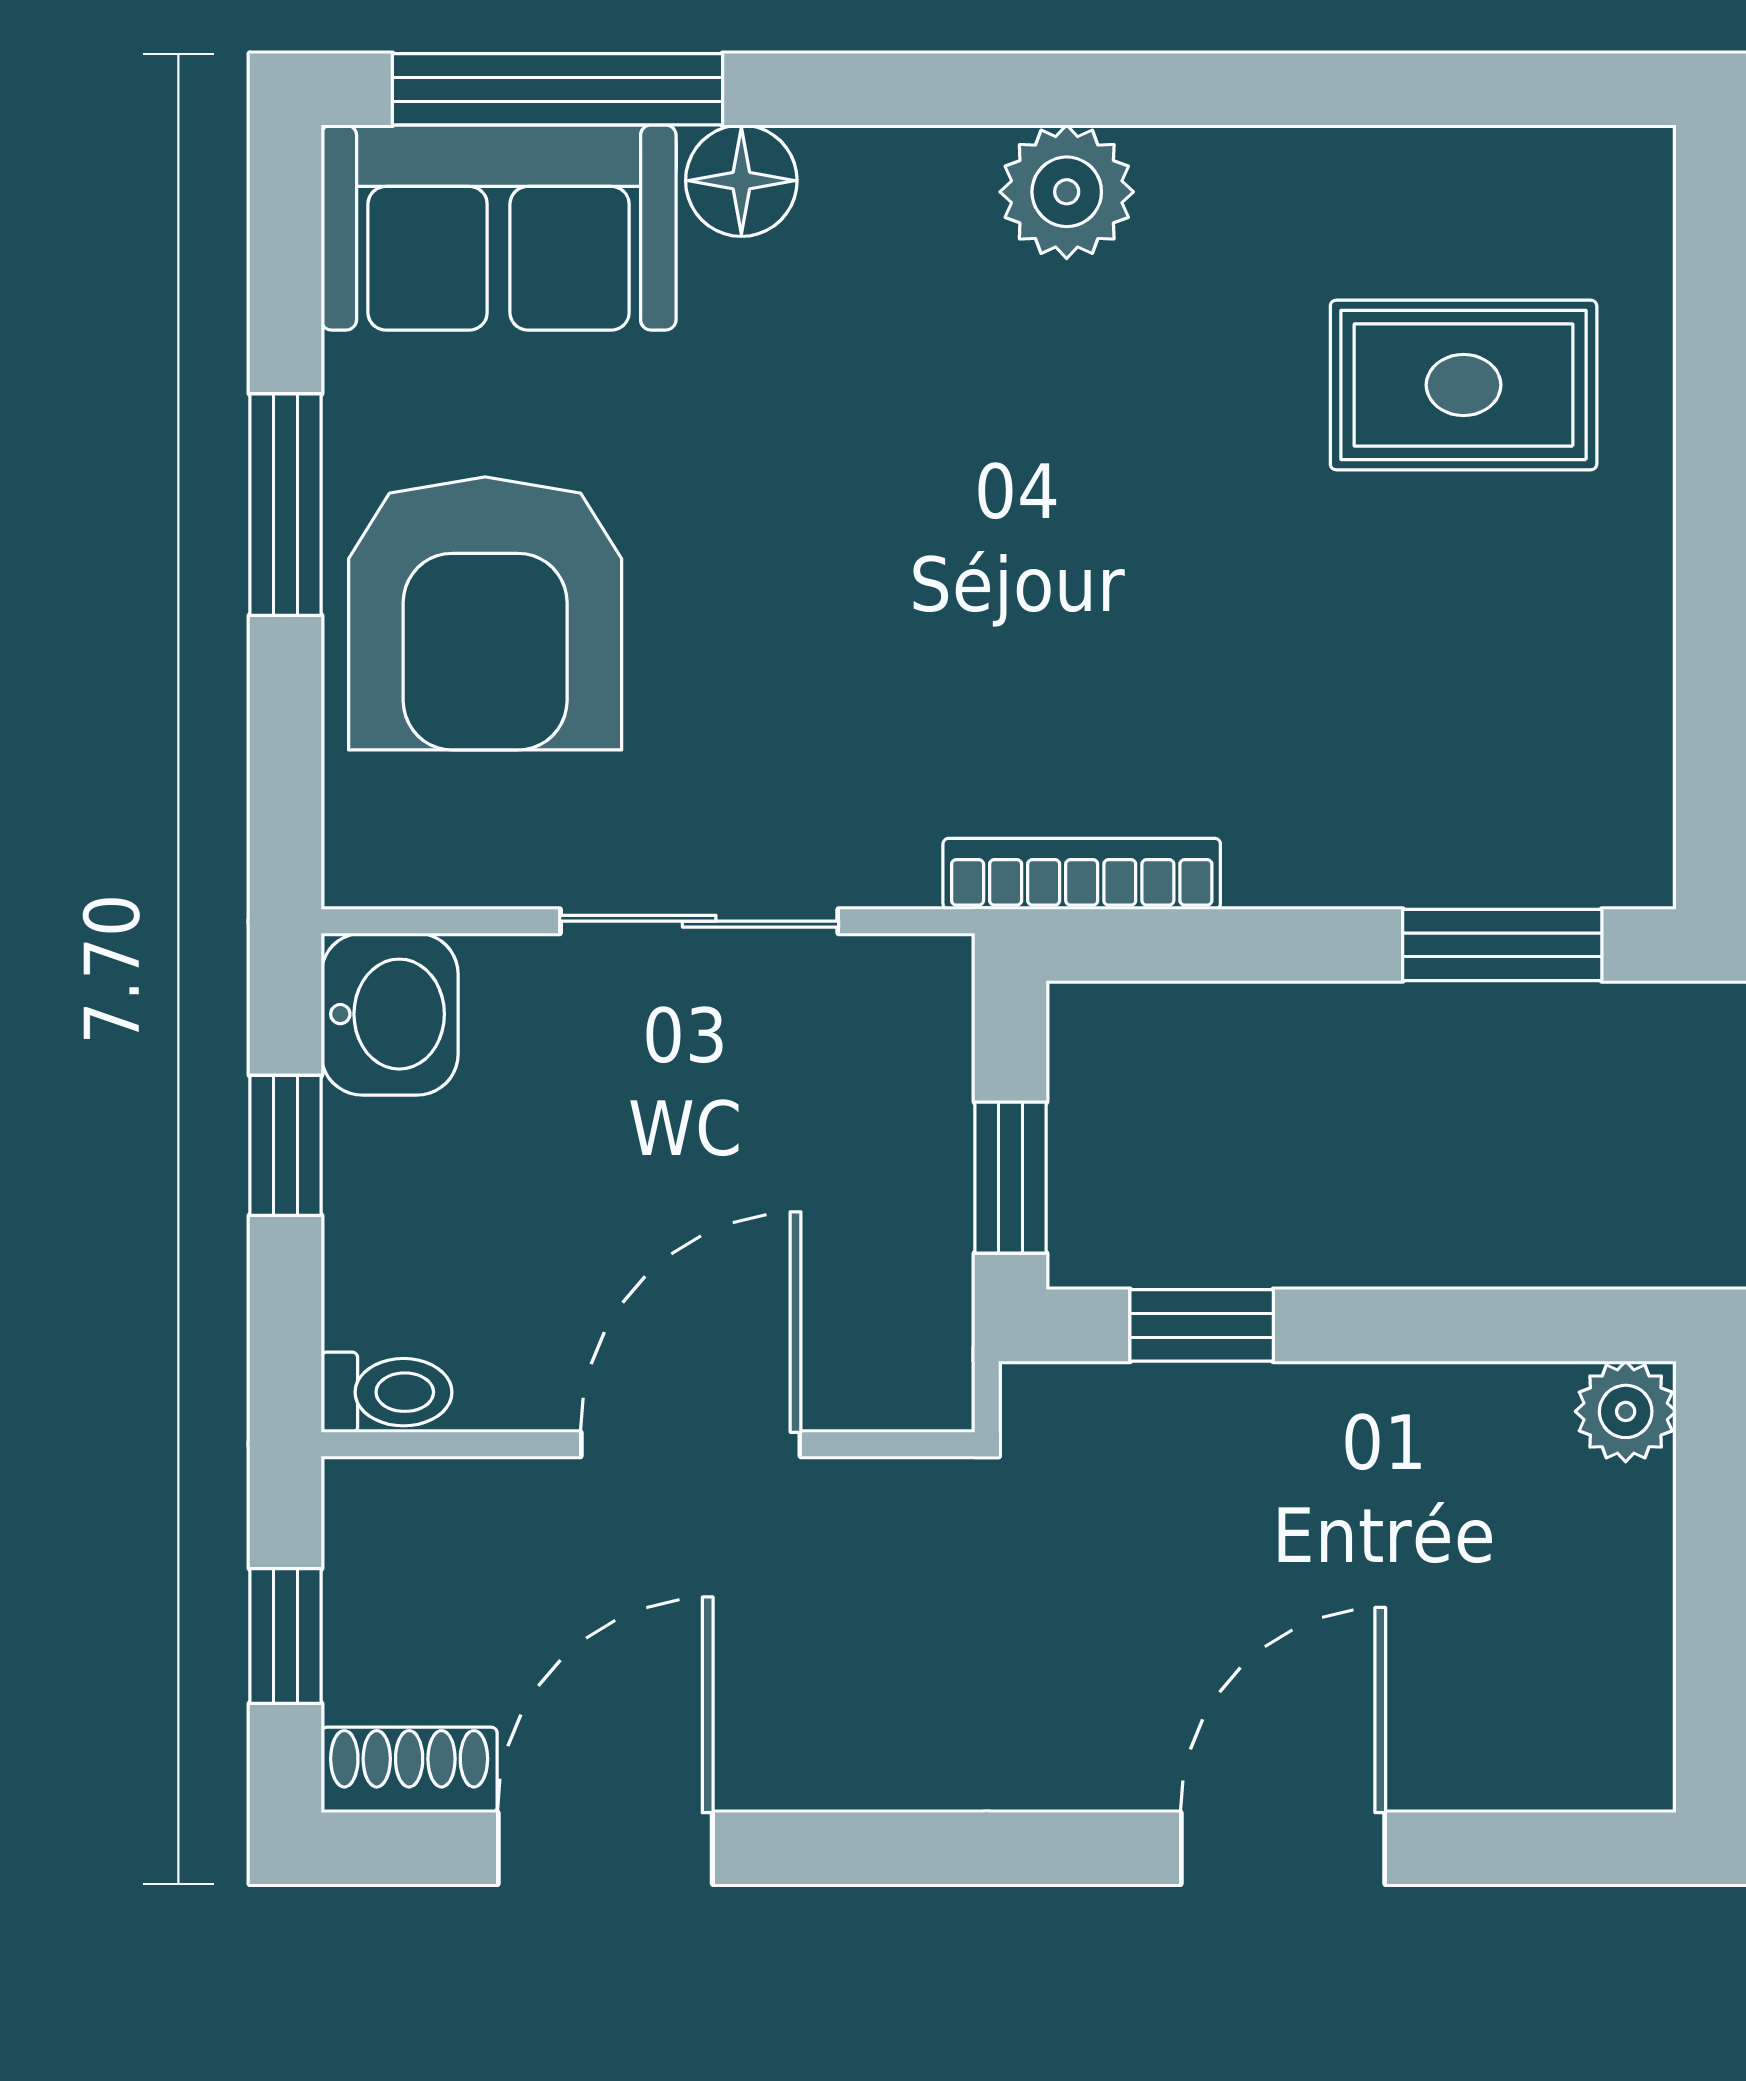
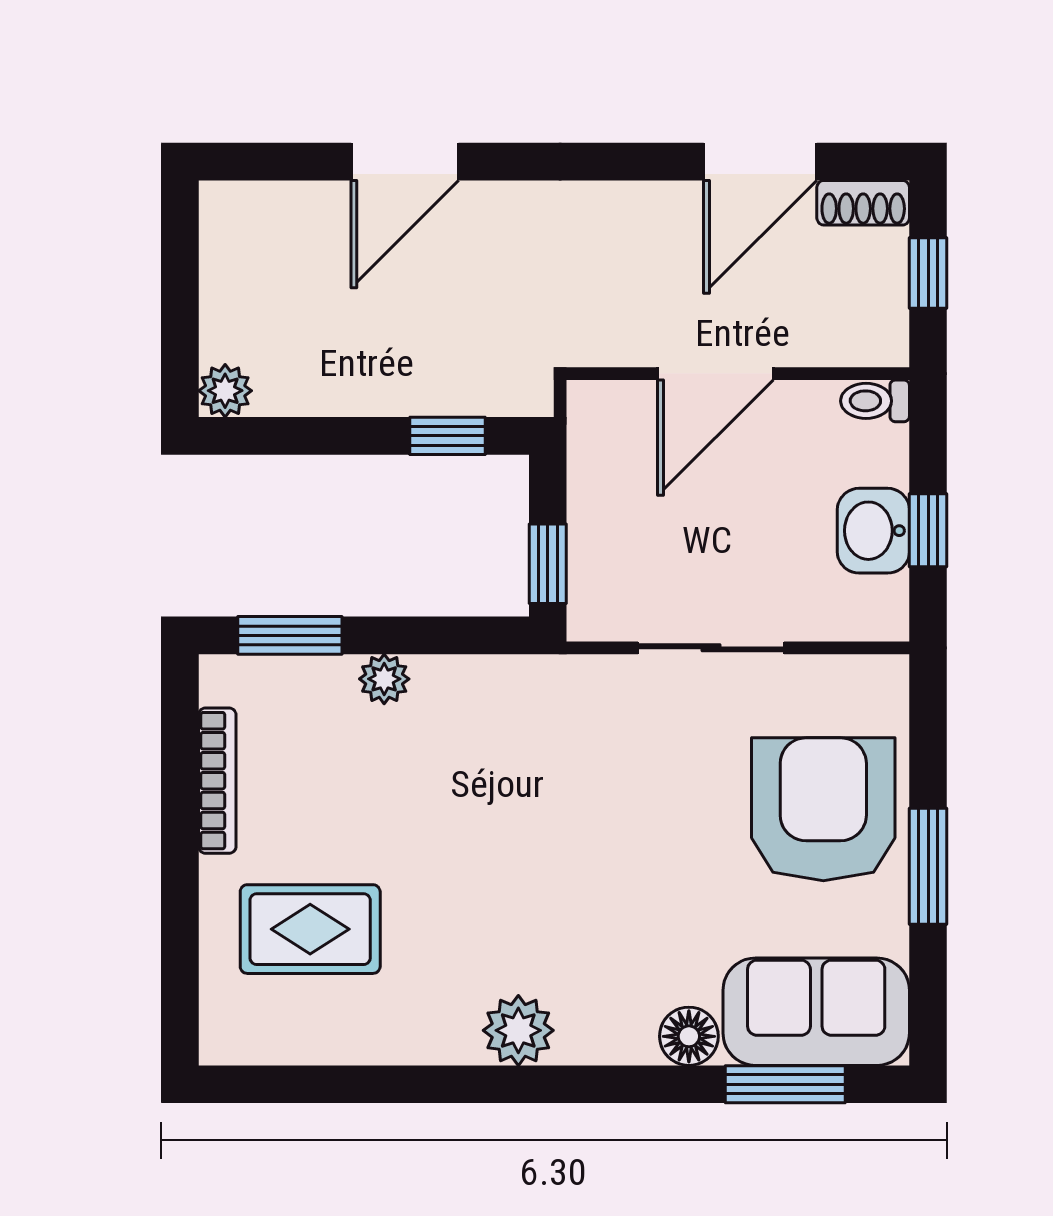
window: (558, 89) -> (785, 1084), width x0.69
plant: (1322, 862) -> (384, 679), added
bookcase: (1082, 874) -> (217, 781), moved, turned -90
washbasin: (390, 1014) -> (873, 531), moved
window: (1010, 1178) -> (548, 564), moved

